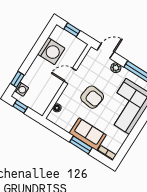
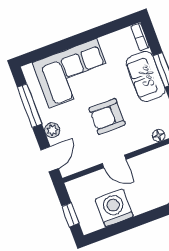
door: (106, 51) -> (50, 159), swing flipped
armchair: (92, 97) -> (107, 116), turned -98

